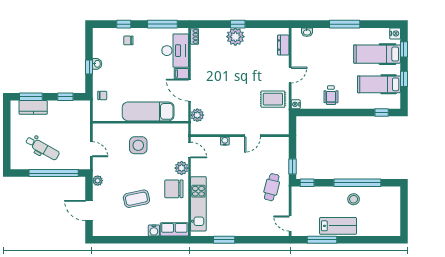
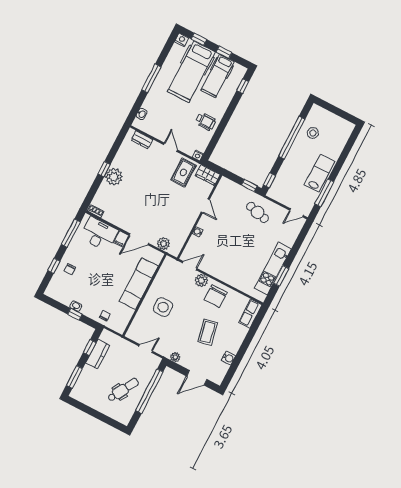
hospital bed: (377, 54) -> (191, 72), width x1.37, depth x1.29
kitchen counter: (33, 107) -> (98, 354), moved
wardrobe: (282, 123) -> (208, 175), added
stool: (354, 199) -> (313, 133), moved
kitchen unit: (198, 204) -> (273, 268), moved, turned -90
water cooler: (154, 231) -> (228, 358), moved

